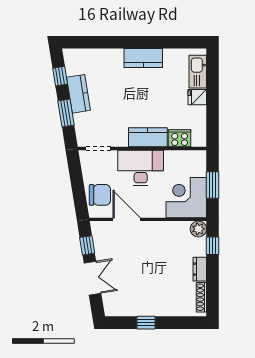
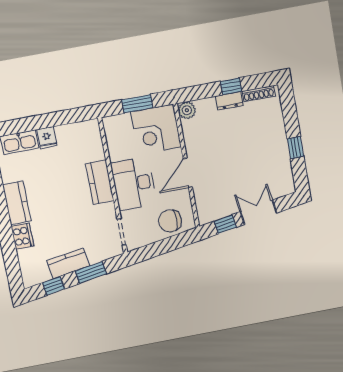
cooker: (180, 138) -> (22, 236), moved, turned 180
chair: (100, 195) -> (170, 221), turned -90
door: (127, 219) -> (188, 173), moved
window: (213, 246) -> (231, 86), moved

